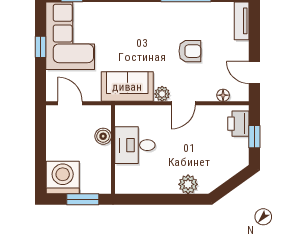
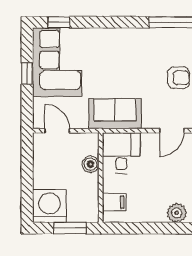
plant: (162, 94) -> (150, 121), removed
desk: (135, 145) -> (121, 153), moved, turned 90
filing cabinet: (126, 174) -> (114, 202), added

